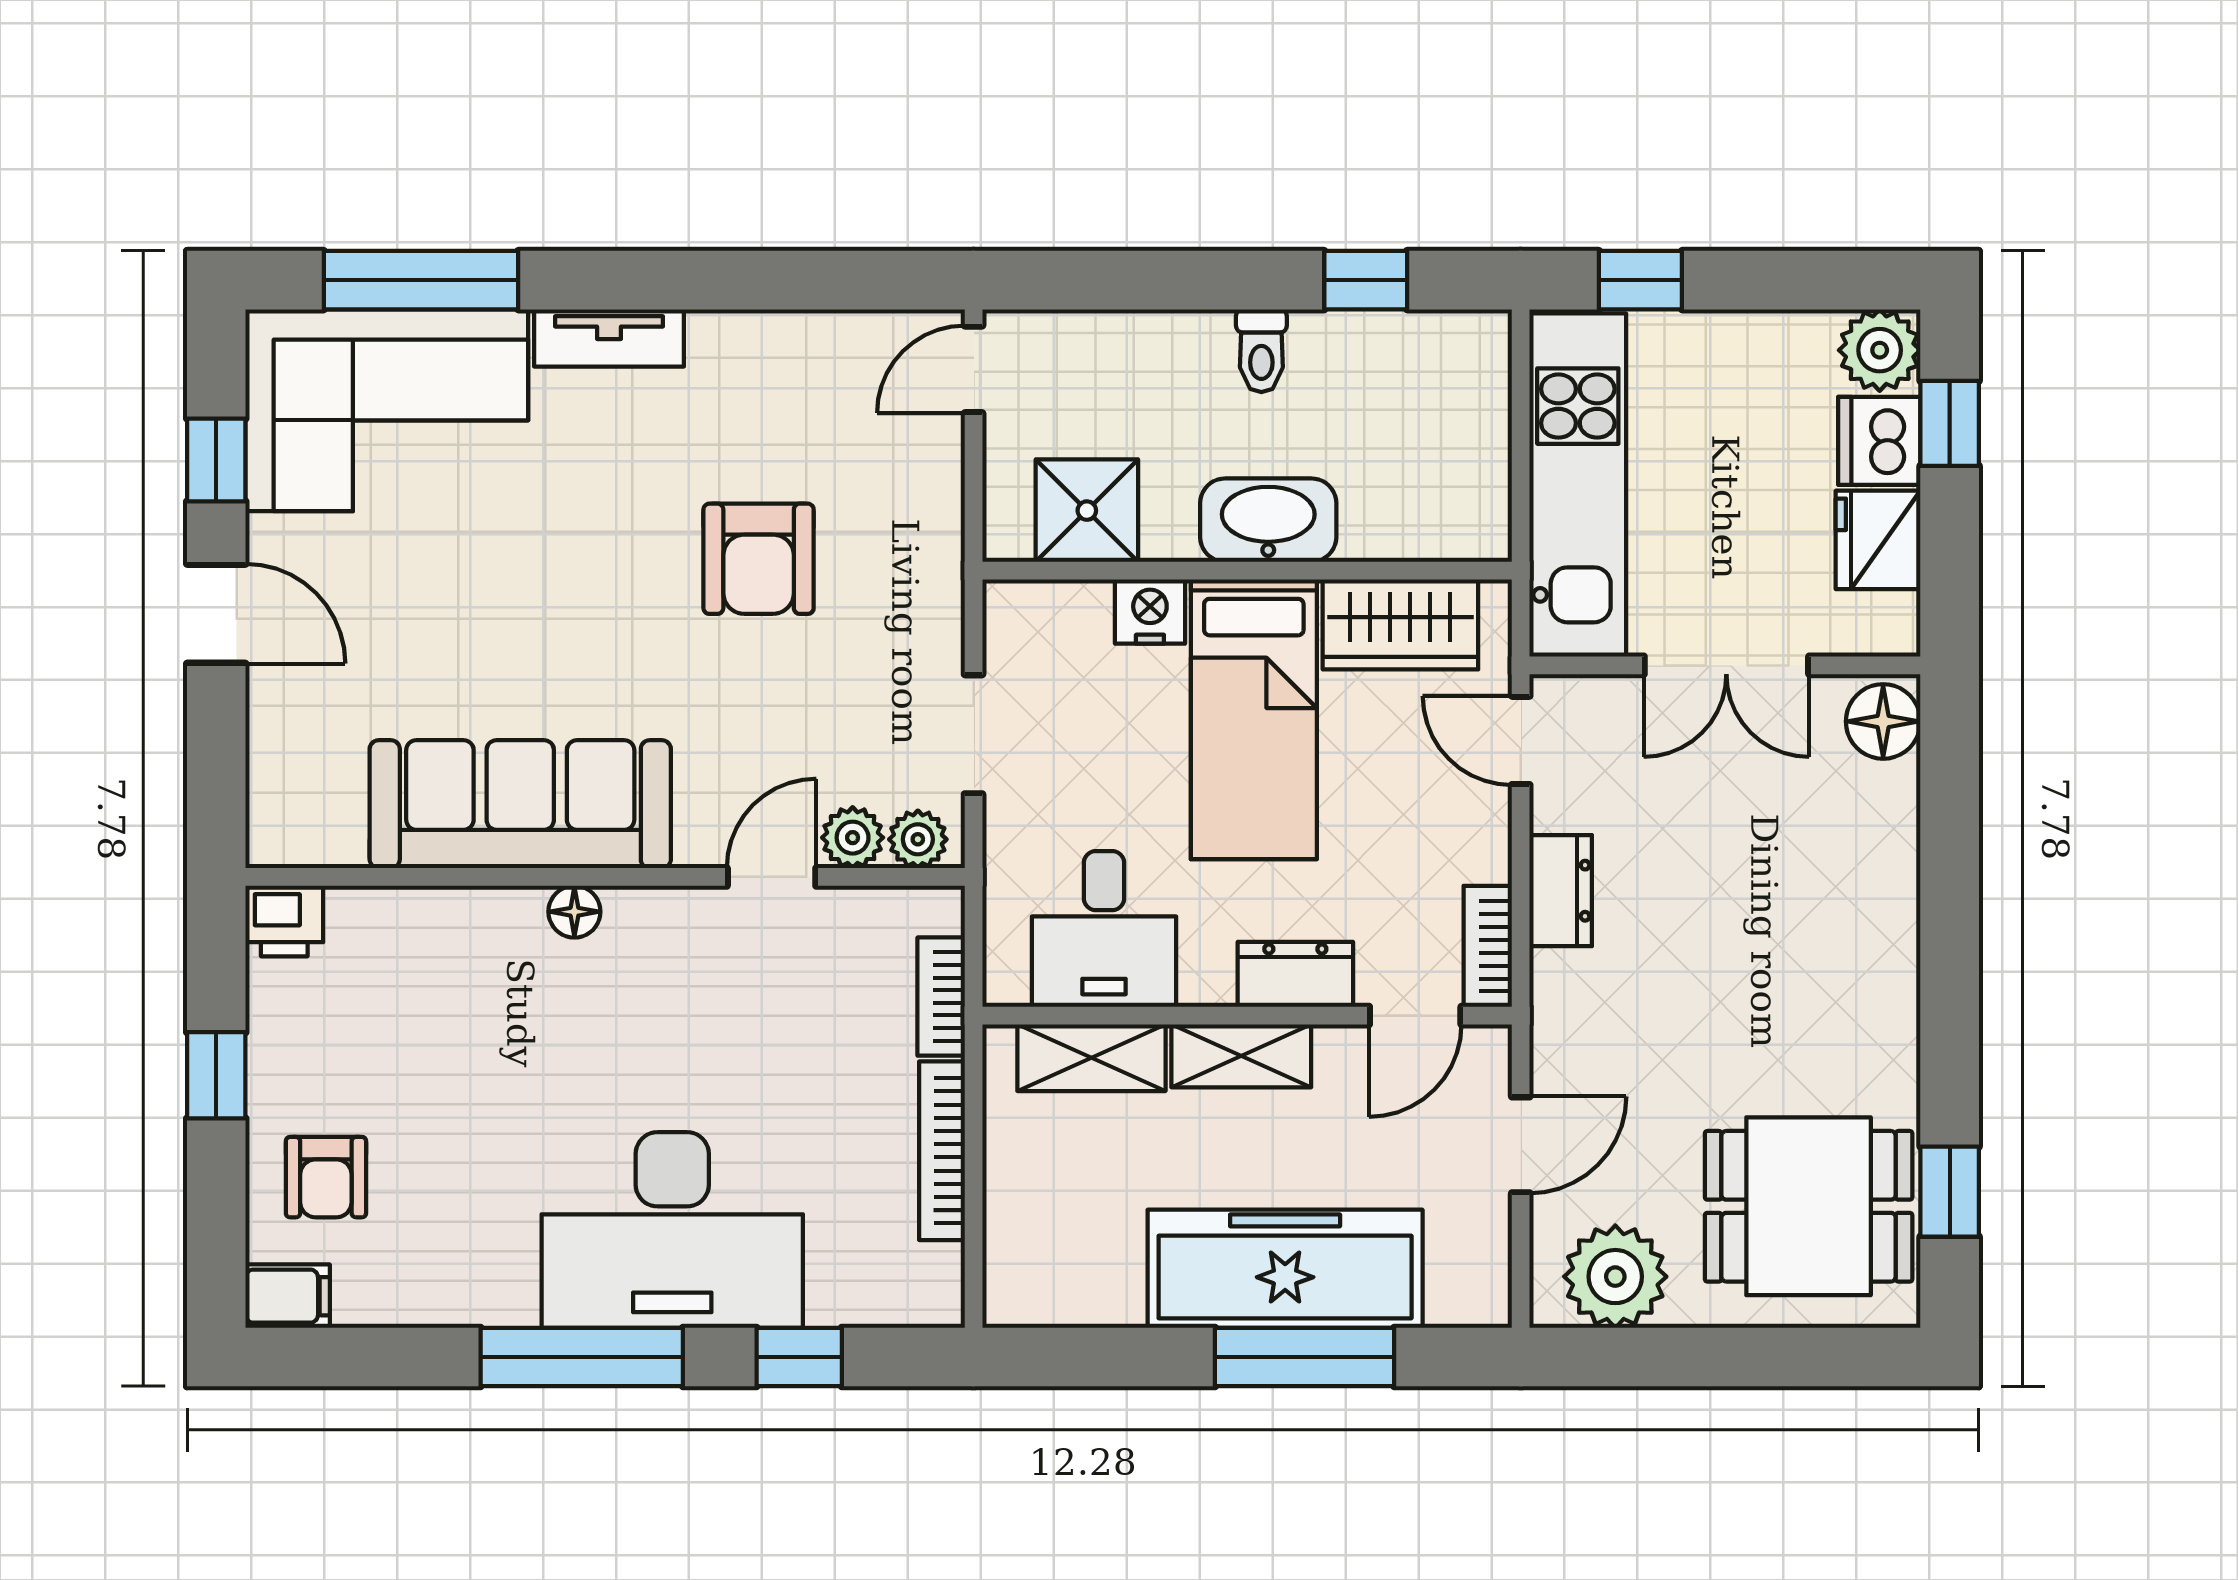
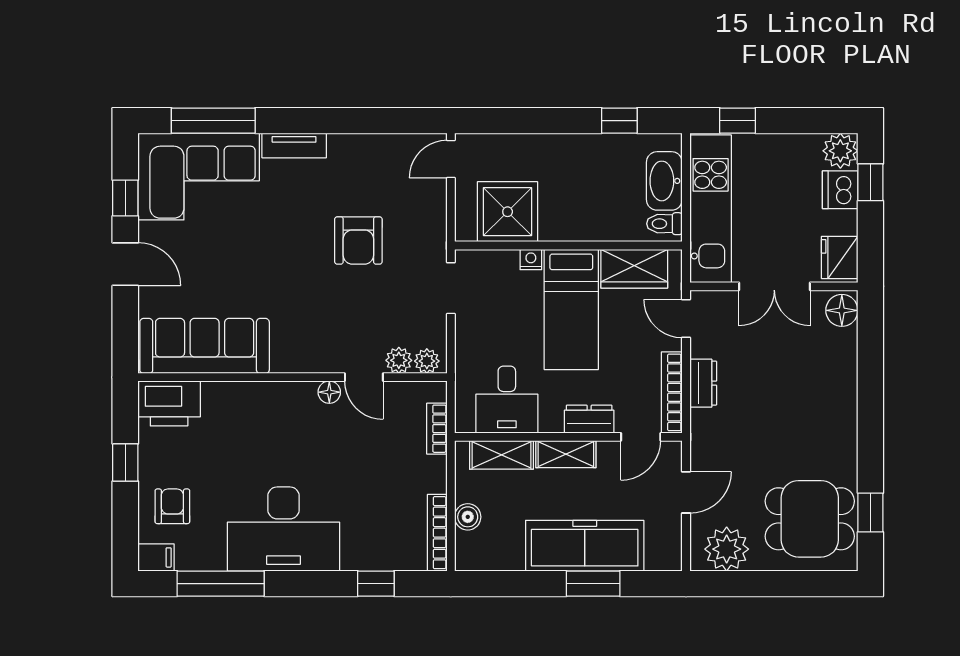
toilet: (1261, 351) -> (664, 224), moved, turned 90
shower: (1087, 511) -> (508, 212), width x1.36, depth x1.36
washbasin: (1268, 520) -> (664, 181), moved, turned -90
fridge: (1878, 540) -> (840, 257), moved
nightstand: (1150, 611) -> (531, 259), width x0.72, depth x0.74
doorway: (974, 734) -> (451, 288), moved
sofa: (520, 804) -> (205, 346), moved
door: (772, 877) -> (364, 377), swing flipped
floor lamp: (574, 912) -> (329, 392), moved
printer: (284, 921) -> (169, 403), width x1.87, depth x1.48
bookcase: (1488, 946) -> (672, 392), width x1.56
bookcase: (942, 1151) -> (437, 533), moved
armchair: (326, 1177) -> (172, 506), turned 180
boiler: (1013, 1202) -> (468, 517), added
desk: (672, 1230) -> (283, 529), moved
window: (582, 1357) -> (221, 584), moved
window: (1305, 1357) -> (593, 584), width x0.69

